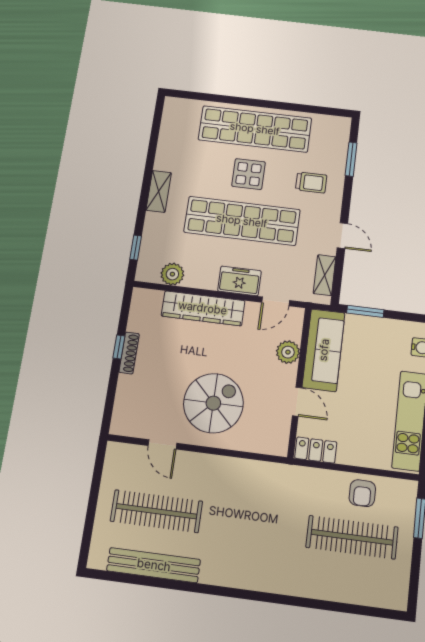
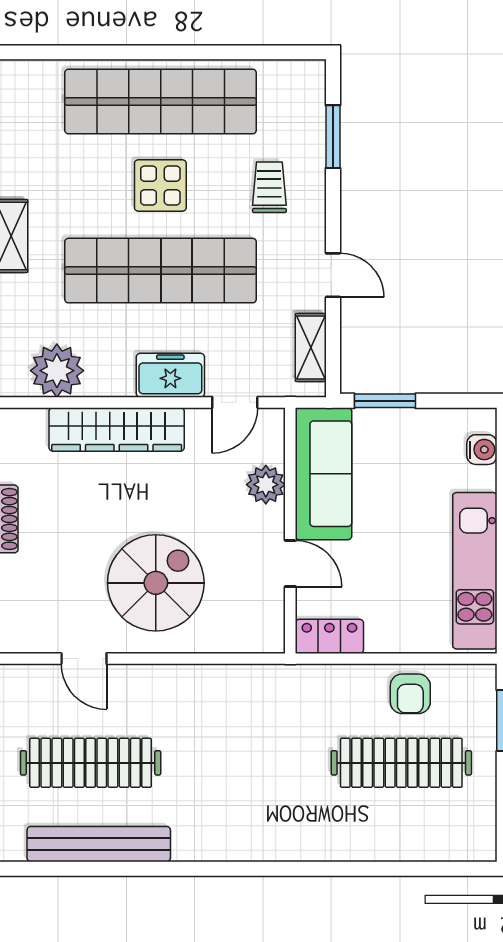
trolley: (311, 182) -> (269, 187), turned -90
plant: (172, 274) -> (57, 371), width x1.36, depth x1.36

